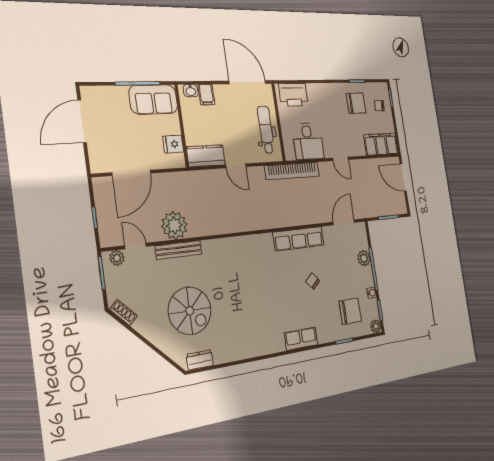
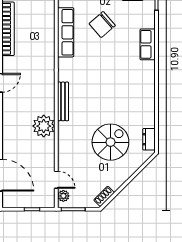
plant: (174, 225) -> (44, 126), moved
door: (136, 246) -> (56, 180), swing flipped
bench: (178, 250) -> (63, 101), moved
chair: (313, 281) -> (102, 25), width x1.87, depth x1.87

